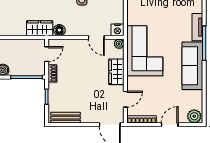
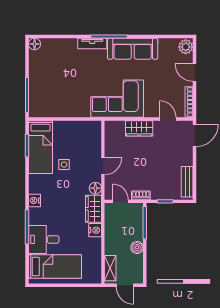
nightstand: (117, 30) -> (95, 230), moved
door: (96, 37) -> (103, 166), moved
plant: (119, 44) -> (110, 126), removed

